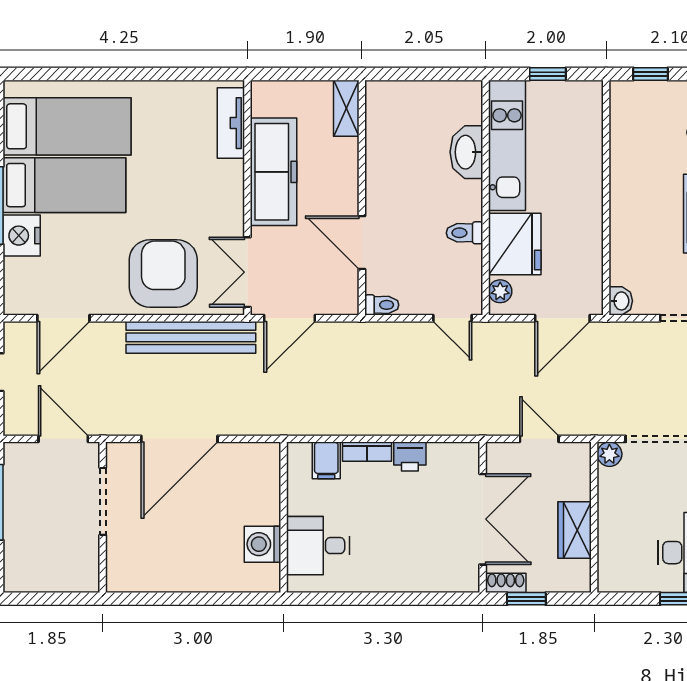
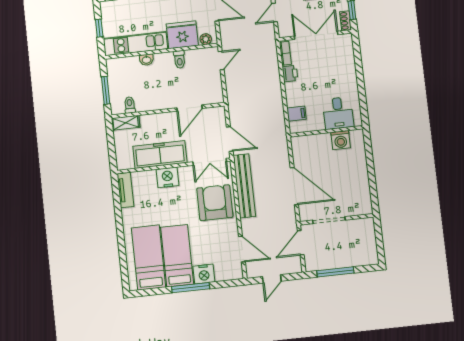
window: (417, 74) -> (106, 90), added
tv unit: (231, 123) -> (125, 190), moved, turned -90
washbasin: (466, 152) -> (146, 60), width x0.52, depth x0.69
nightstand: (225, 182) -> (167, 177), added
armchair: (163, 273) -> (215, 203), turned 90
toilet: (382, 305) -> (130, 105), moved
bookcase: (367, 452) -> (285, 53), moved

